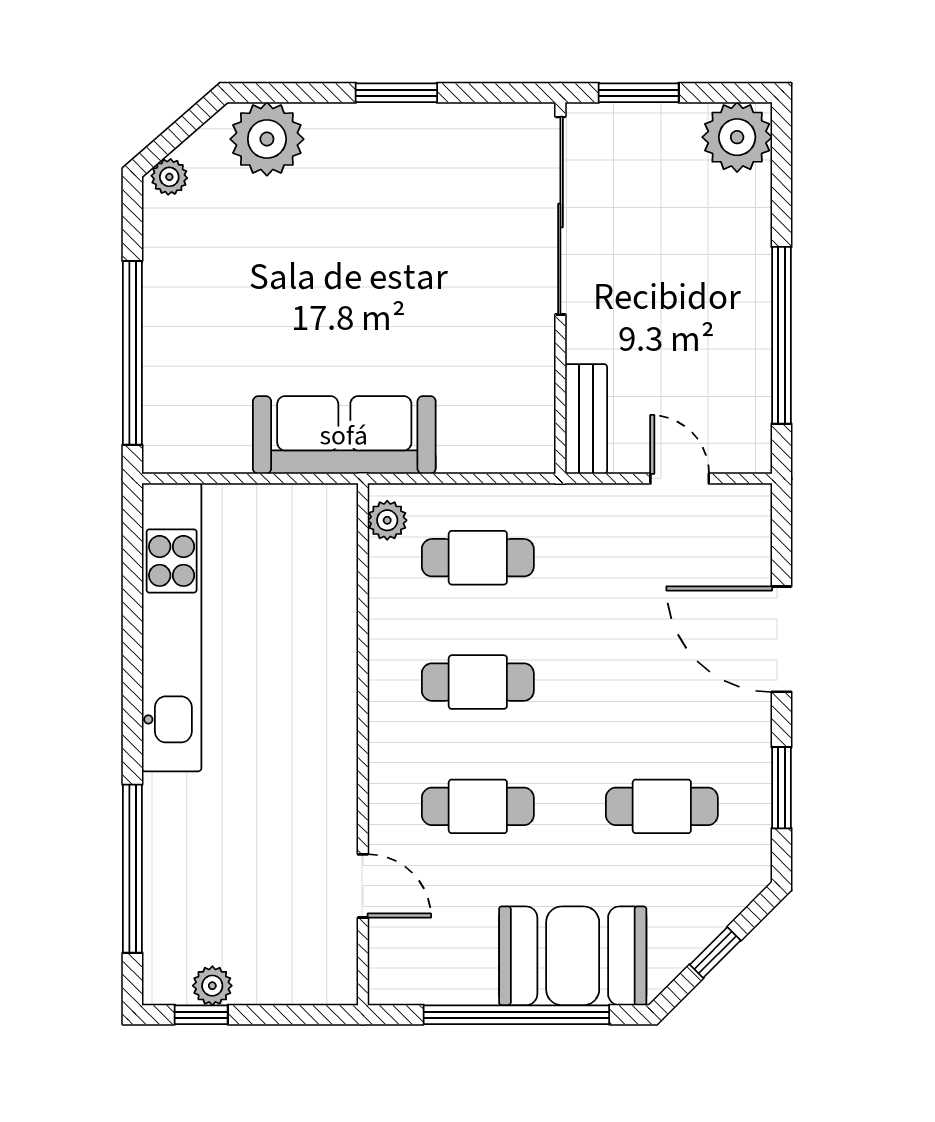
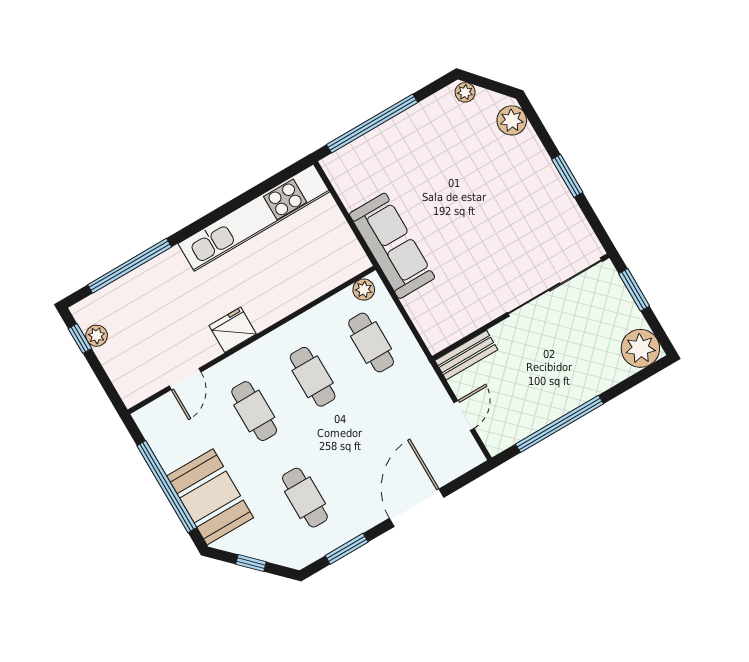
plant: (267, 139) -> (512, 120), width x0.73, depth x0.73
fridge: (329, 765) -> (233, 330), added

